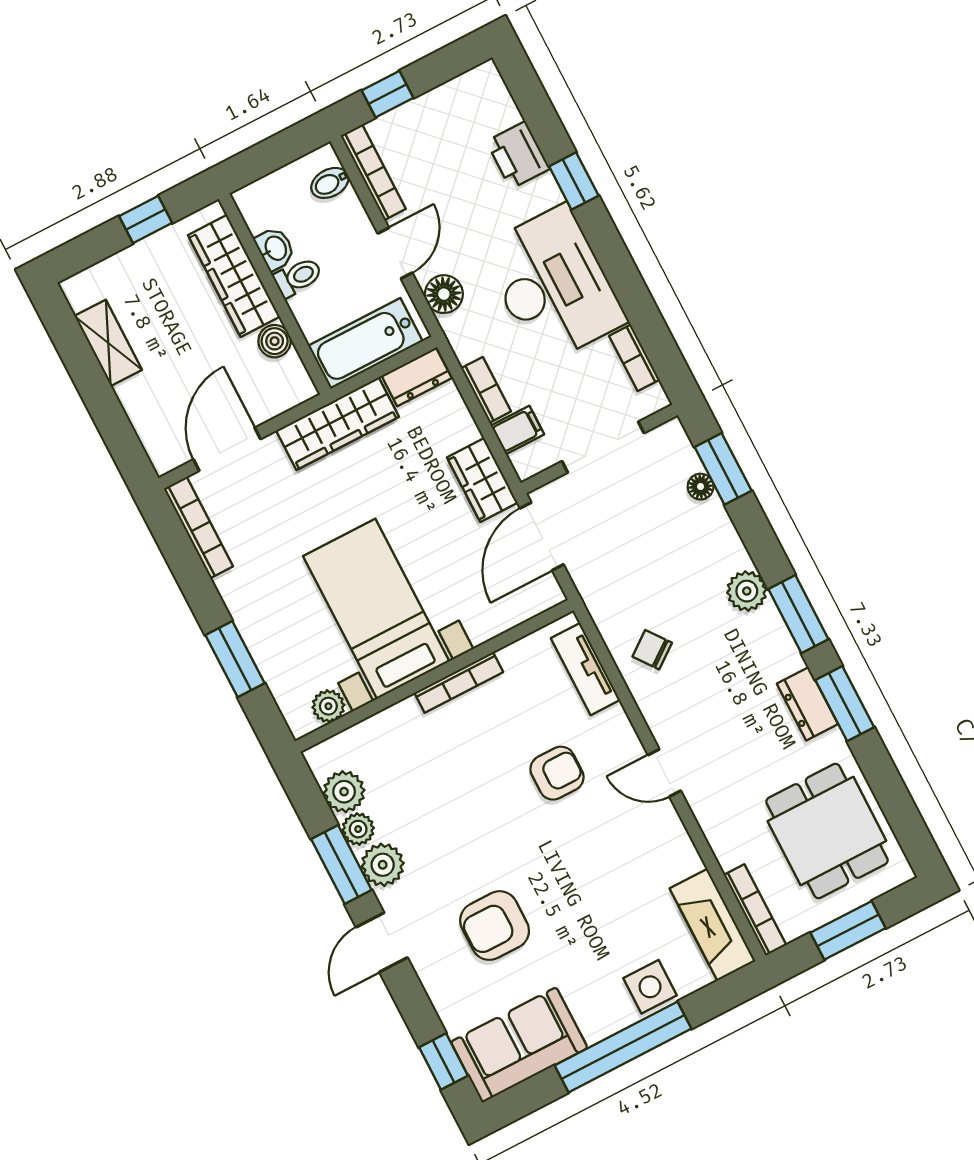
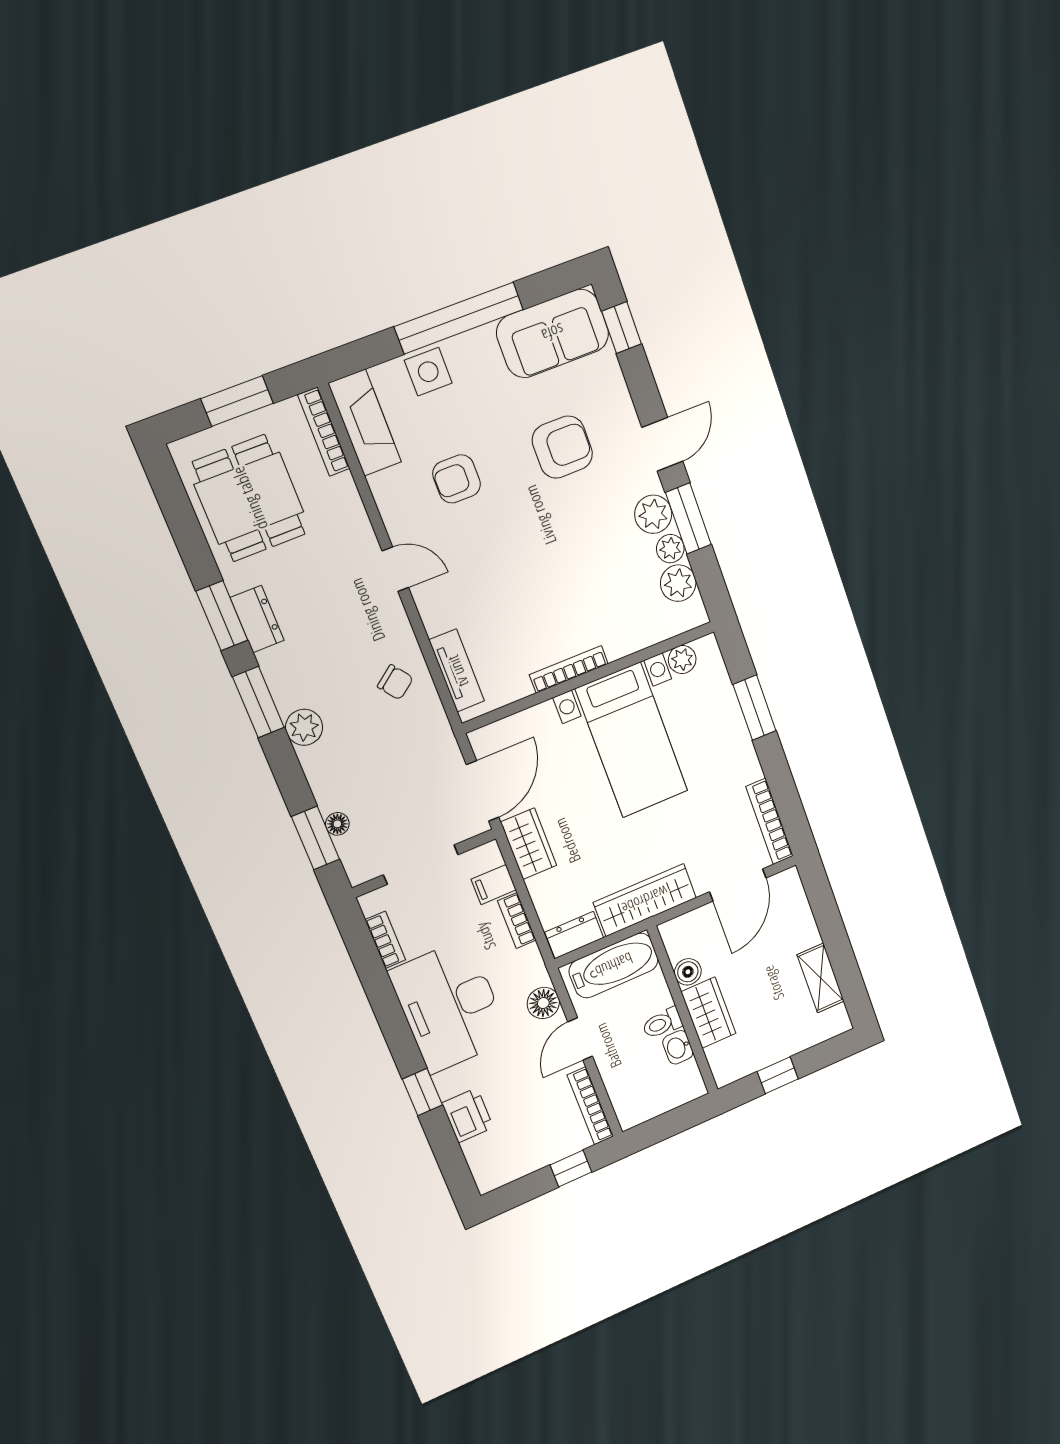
bidet: (330, 183) -> (627, 1099), removed
wardrobe: (234, 276) -> (708, 1013), width x0.67
armchair: (557, 773) -> (457, 479), moved

